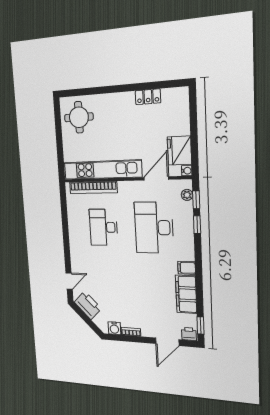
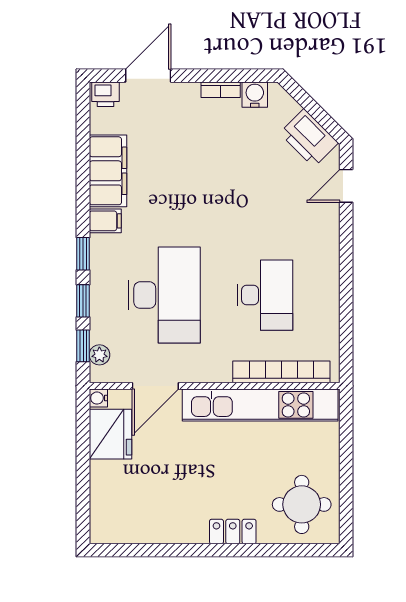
locker: (148, 97) -> (233, 532), moved
window: (200, 325) -> (83, 254), moved

